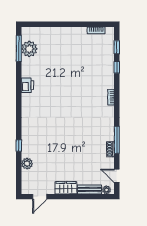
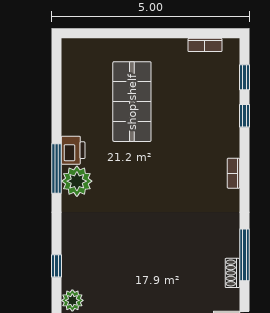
window: (19, 48) -> (57, 169), moved
plant: (29, 49) -> (77, 181), moved
shop shelf: (58, 60) -> (132, 102), added

